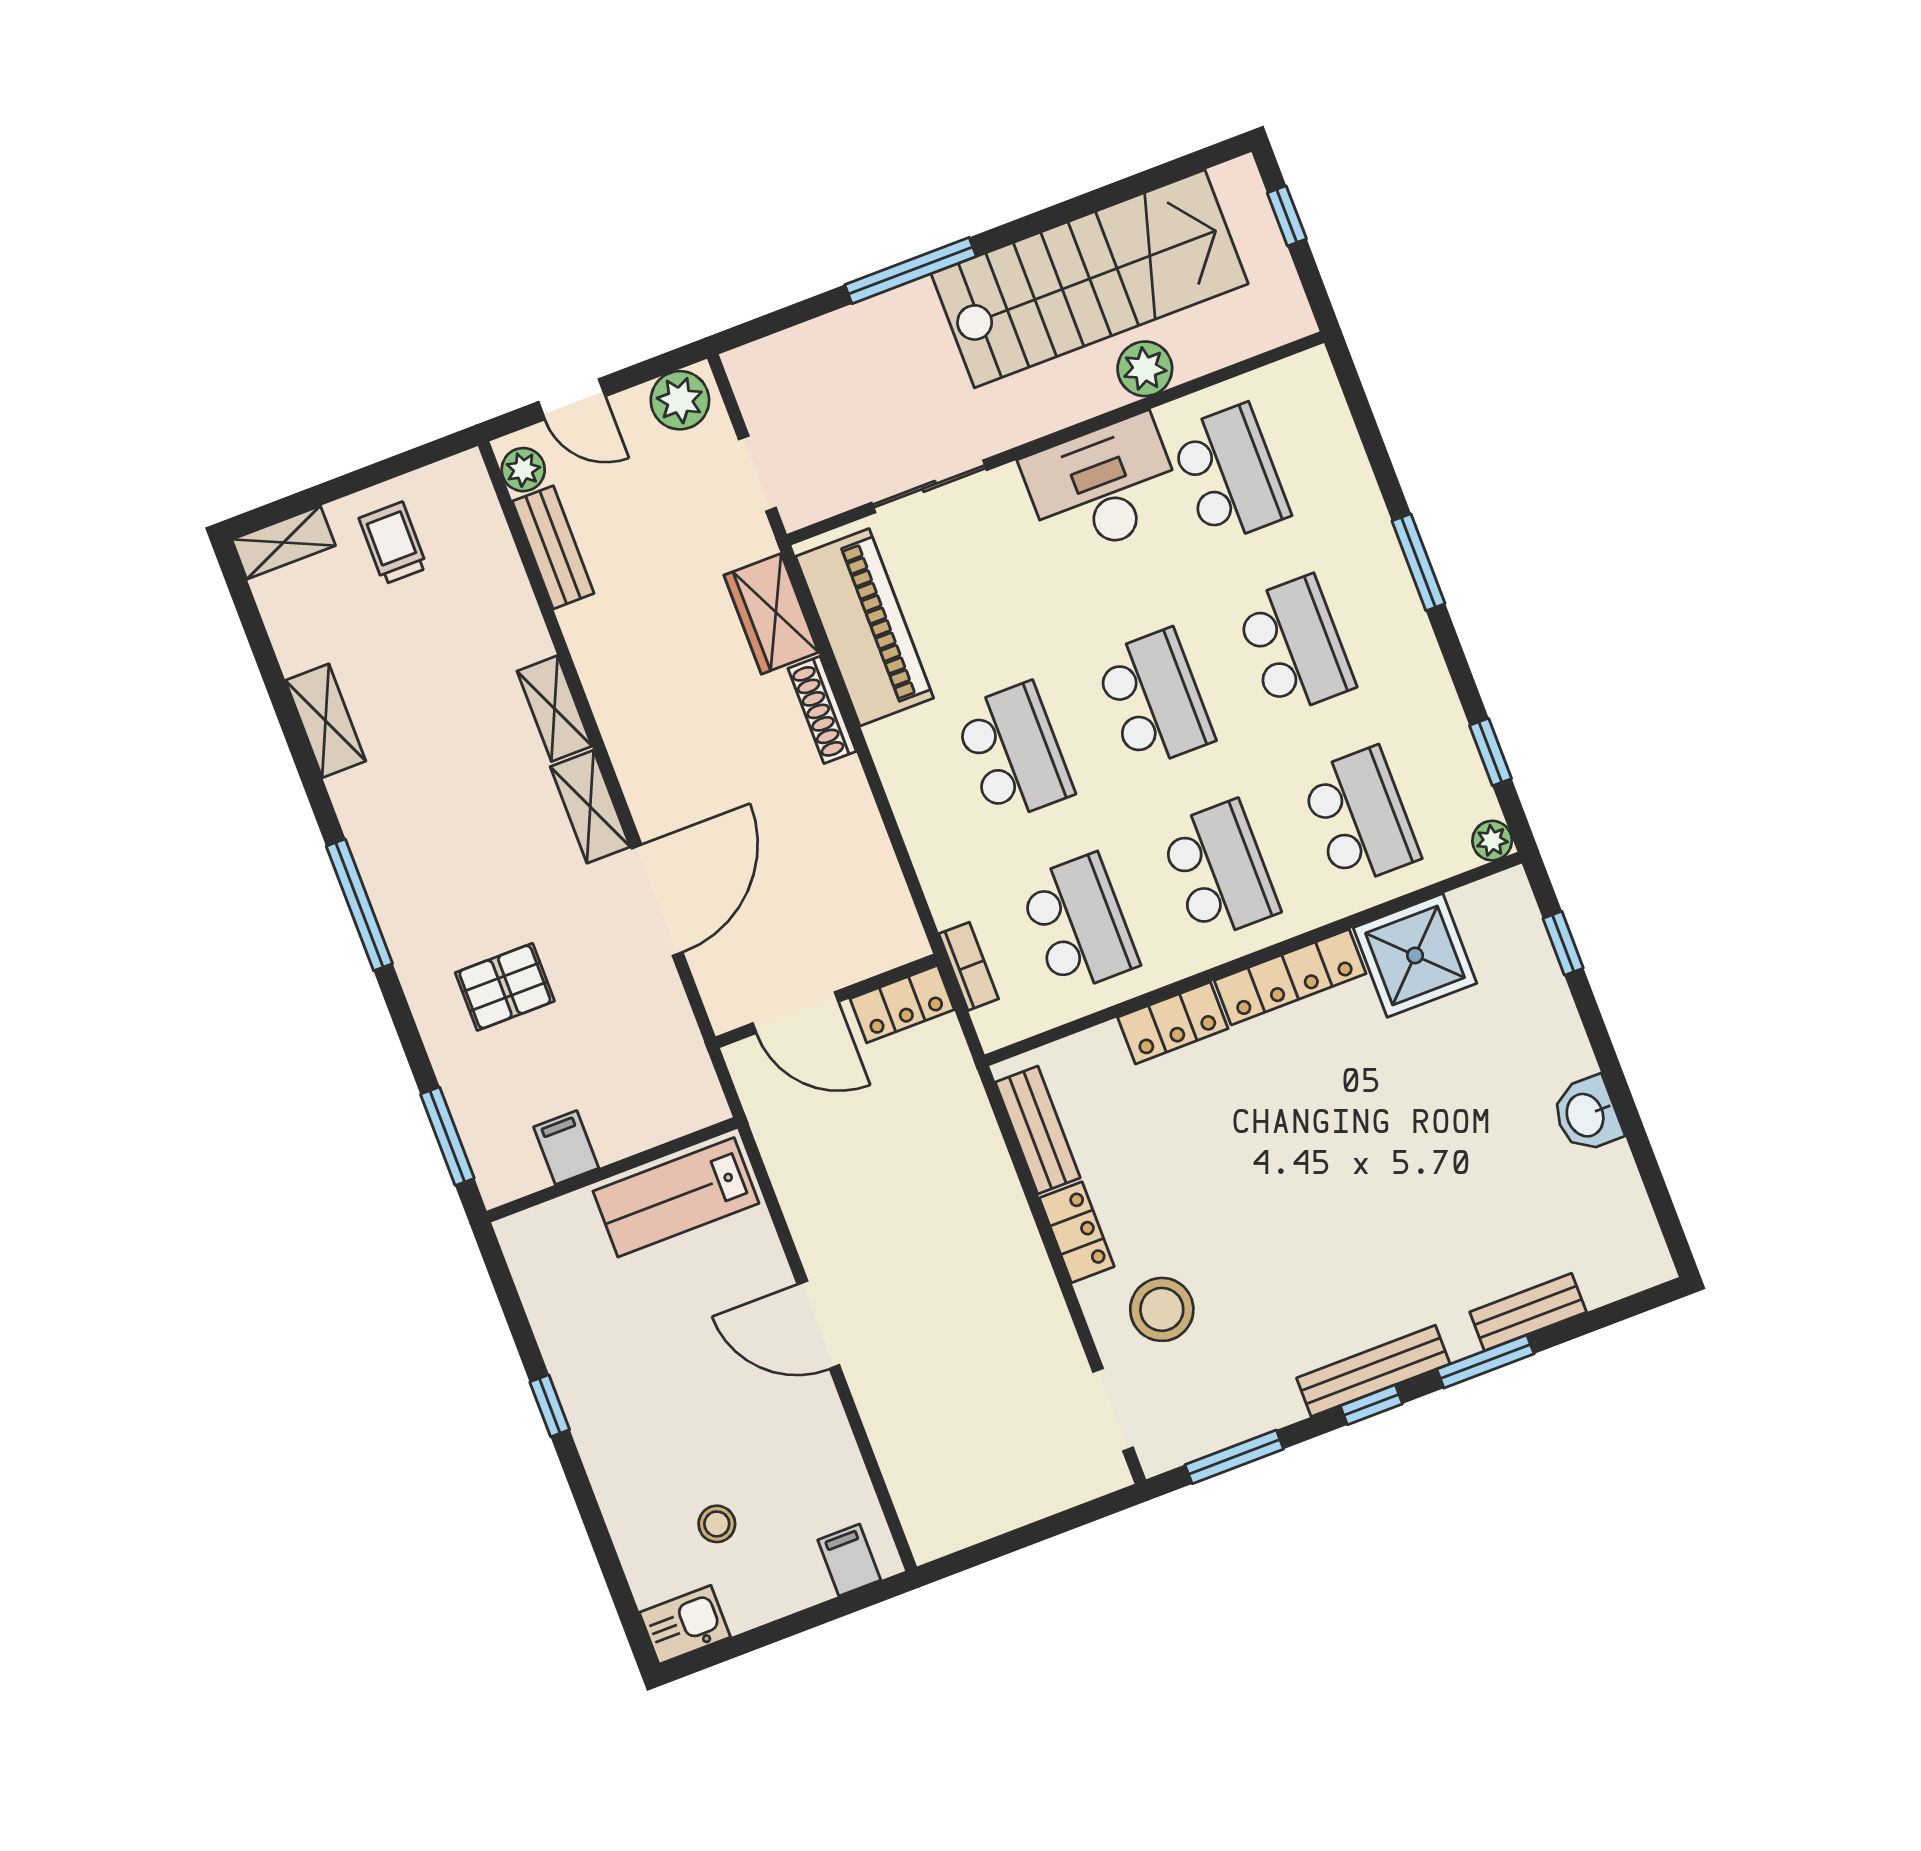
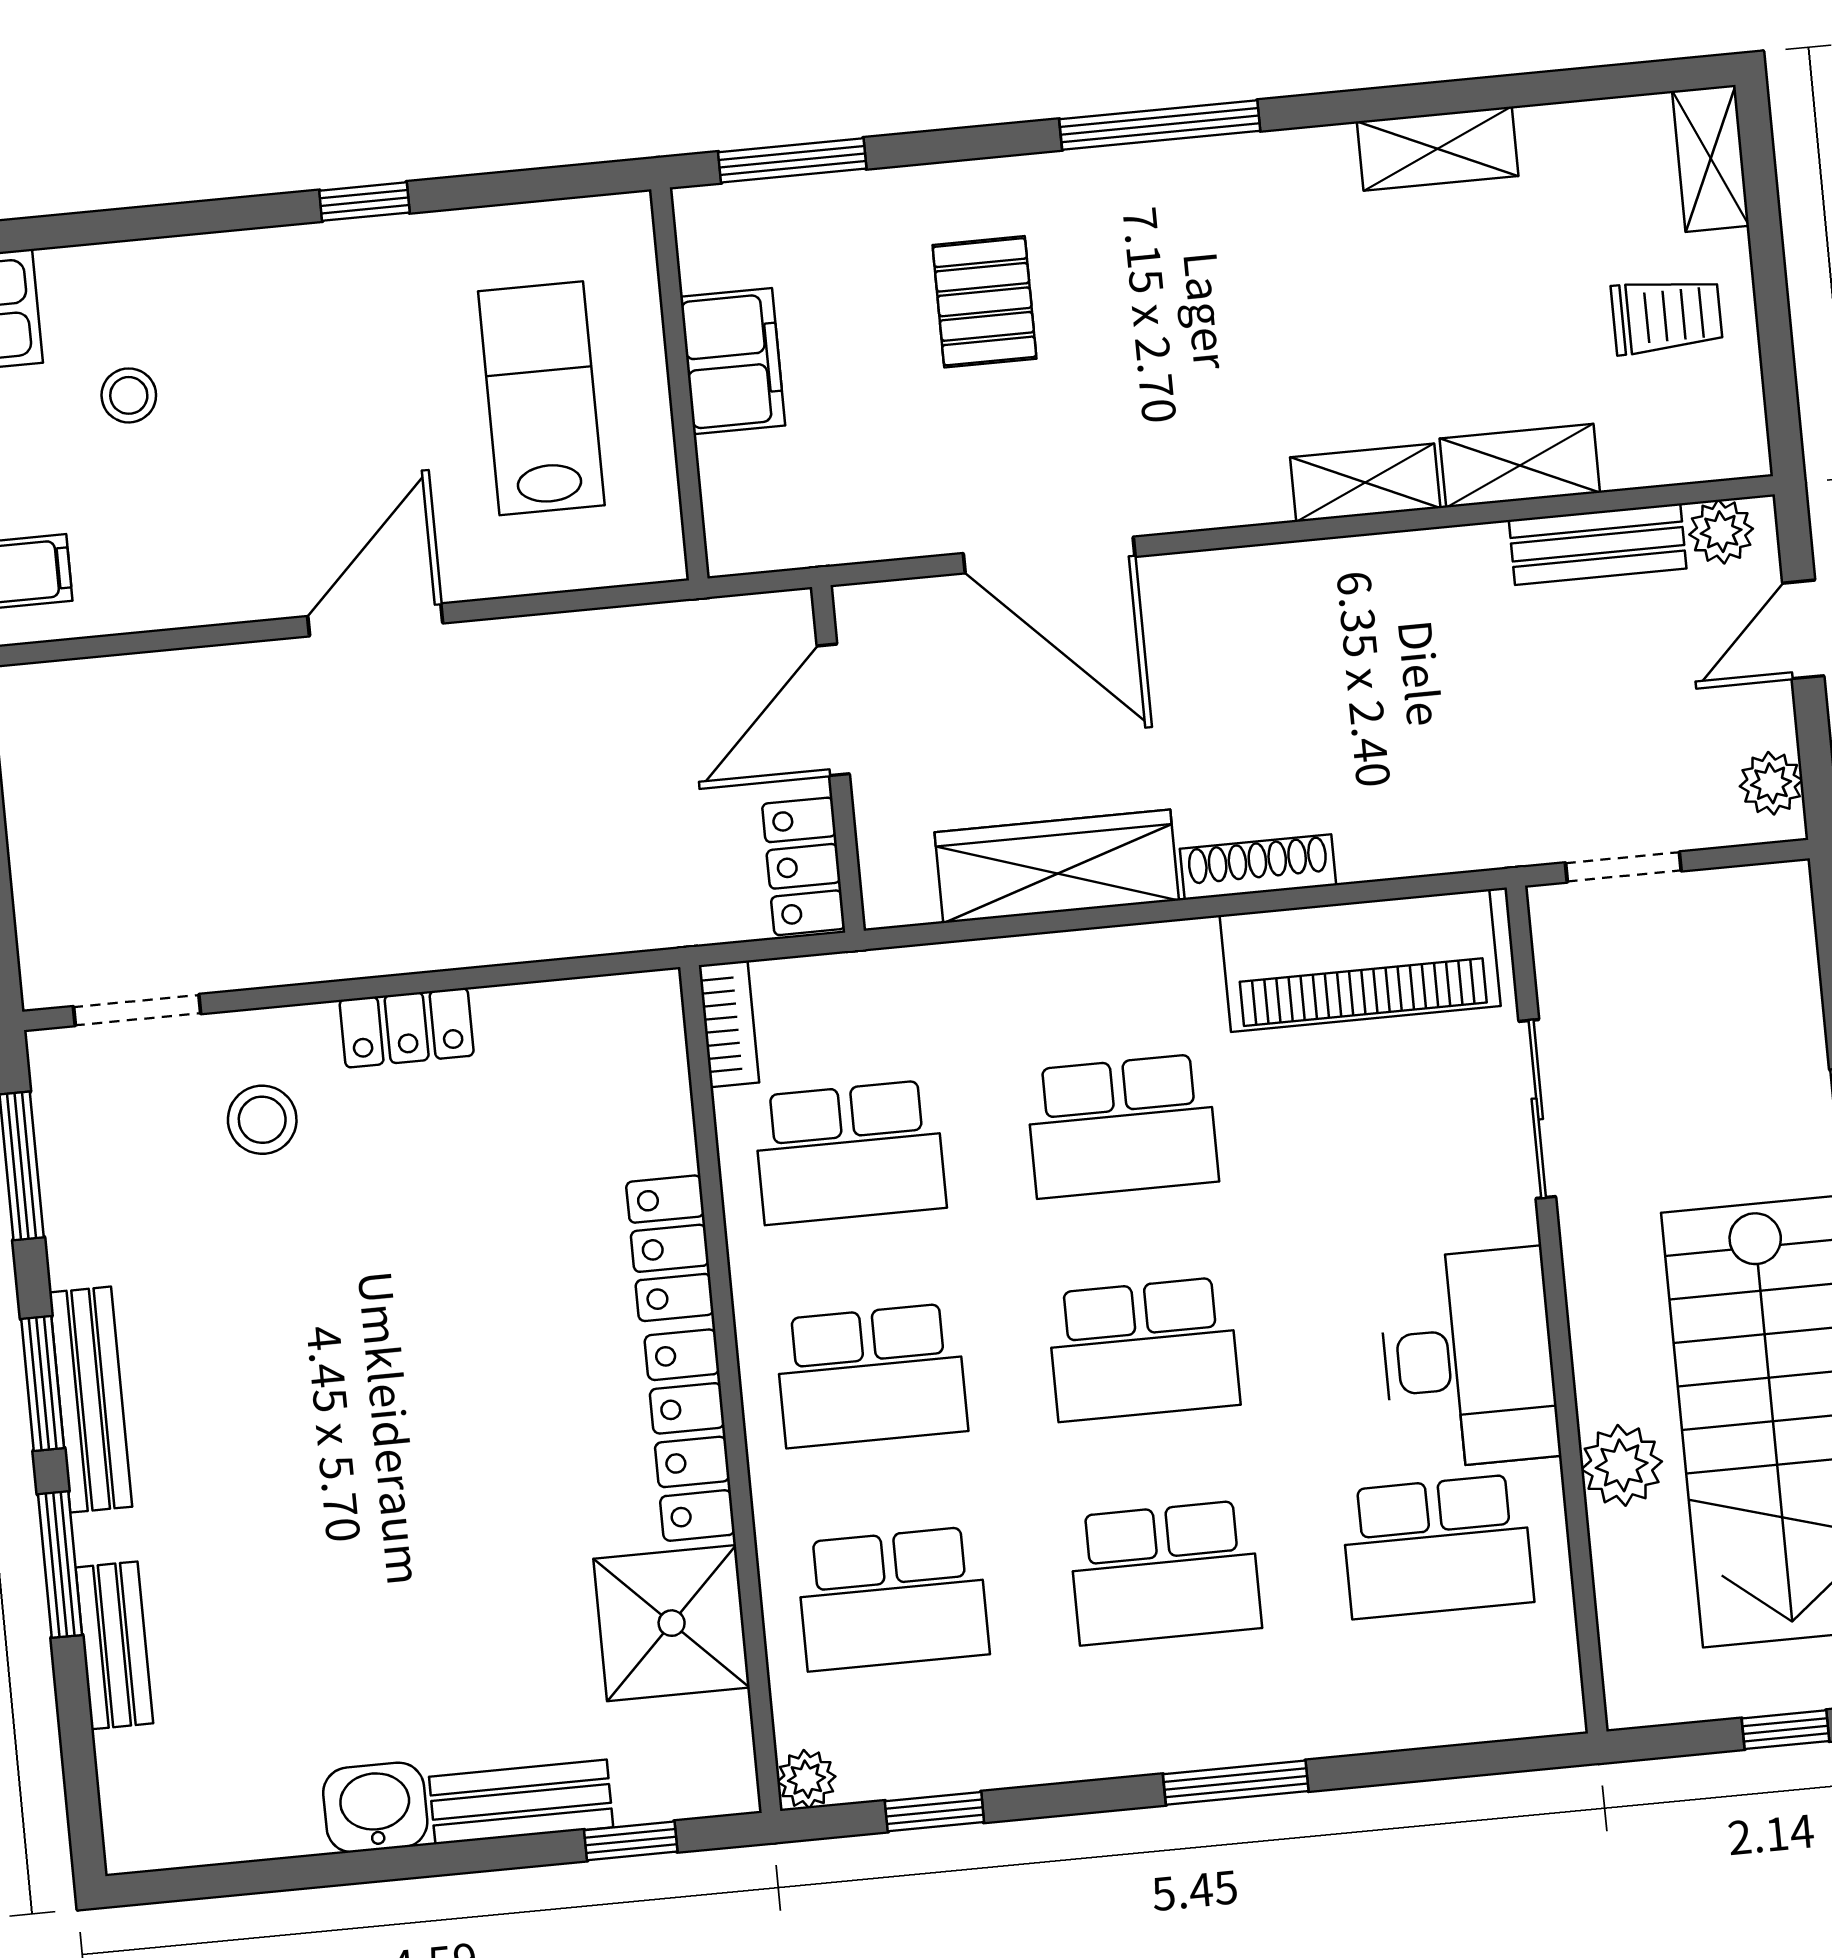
plant: (680, 400) -> (1771, 783), width x0.73, depth x0.73
wardrobe: (771, 614) -> (1057, 866), moved, width x1.50
shelving: (590, 807) -> (1520, 466), moved
bookcase: (969, 966) -> (729, 1024), moved, turned -90
bench: (1038, 1130) -> (521, 1802), moved
filing cabinet: (566, 1148) -> (733, 361), width x2.00
lab bench: (676, 1197) -> (541, 398), moved
stool: (1162, 1309) -> (262, 1120), width x0.73, depth x0.73
window: (1371, 1405) -> (43, 1383), width x1.50

